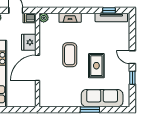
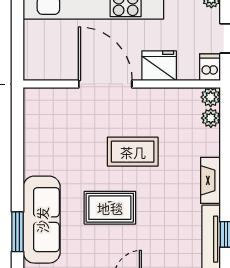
plant: (54, 18) -> (211, 118), added
fireplace: (70, 18) -> (210, 180), moved
window: (90, 110) -> (18, 232), moved

